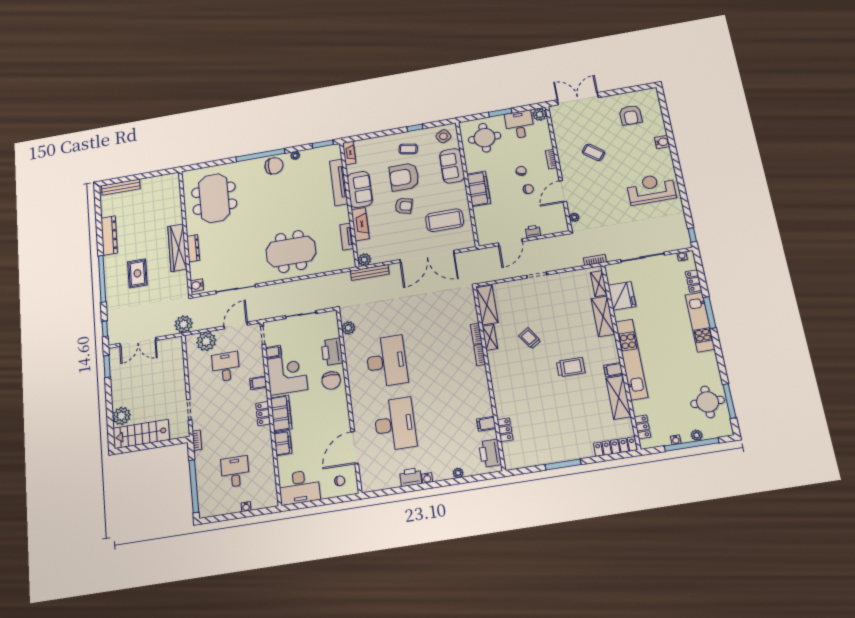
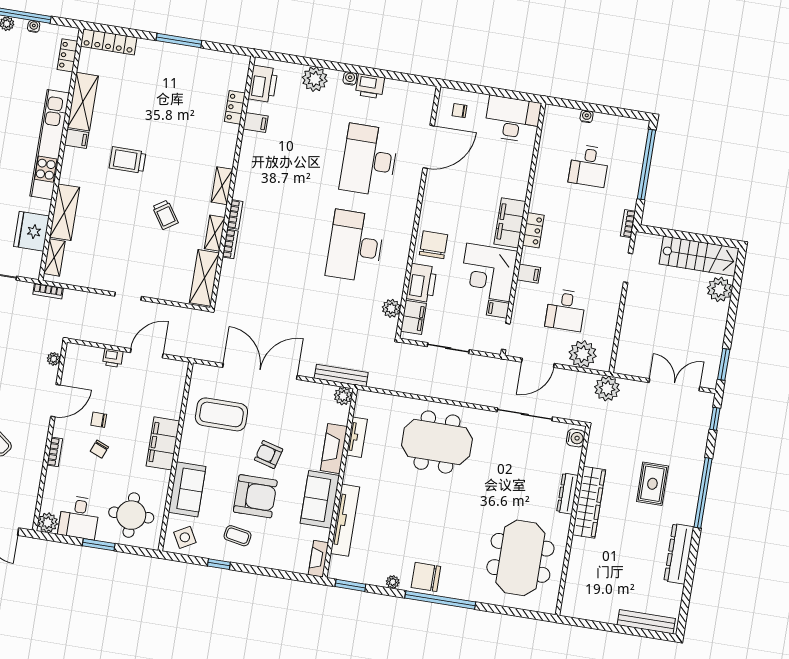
shelving: (496, 372) -> (222, 186), added
filing cabinet: (283, 443) -> (413, 317), moved, turned 180
plant: (458, 473) -> (315, 79), width x1.88, depth x1.88

